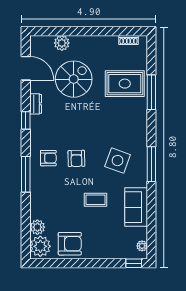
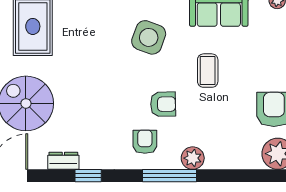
armchair: (76, 158) -> (163, 104), moved
plant: (37, 227) -> (193, 158), moved

